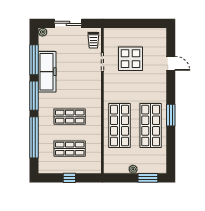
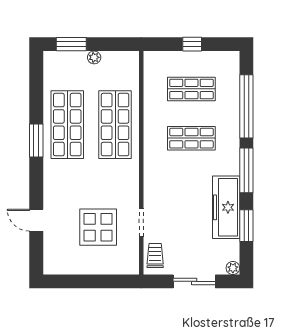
window: (34, 60) -> (246, 226), width x0.69

